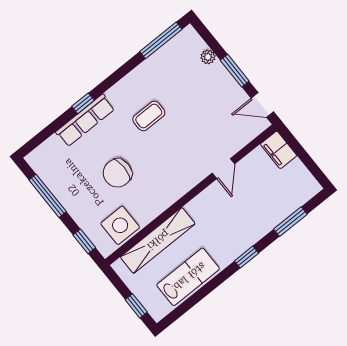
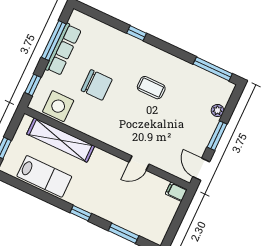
row of seats: (85, 120) -> (63, 49), moved, turned -90
filing cabinet: (279, 150) -> (176, 192), width x0.50
chair: (117, 173) -> (97, 85), turned 180

